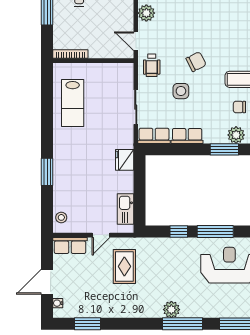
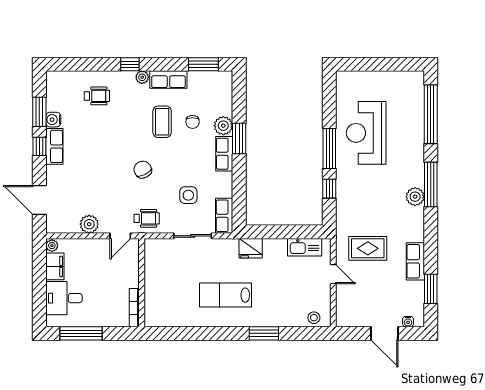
side table: (181, 91) -> (188, 195), moved
lab bench: (73, 103) -> (225, 295), moved, turned 180
row of seats: (187, 136) -> (224, 154), moved
row of seats: (70, 245) -> (415, 261), moved, turned 180

